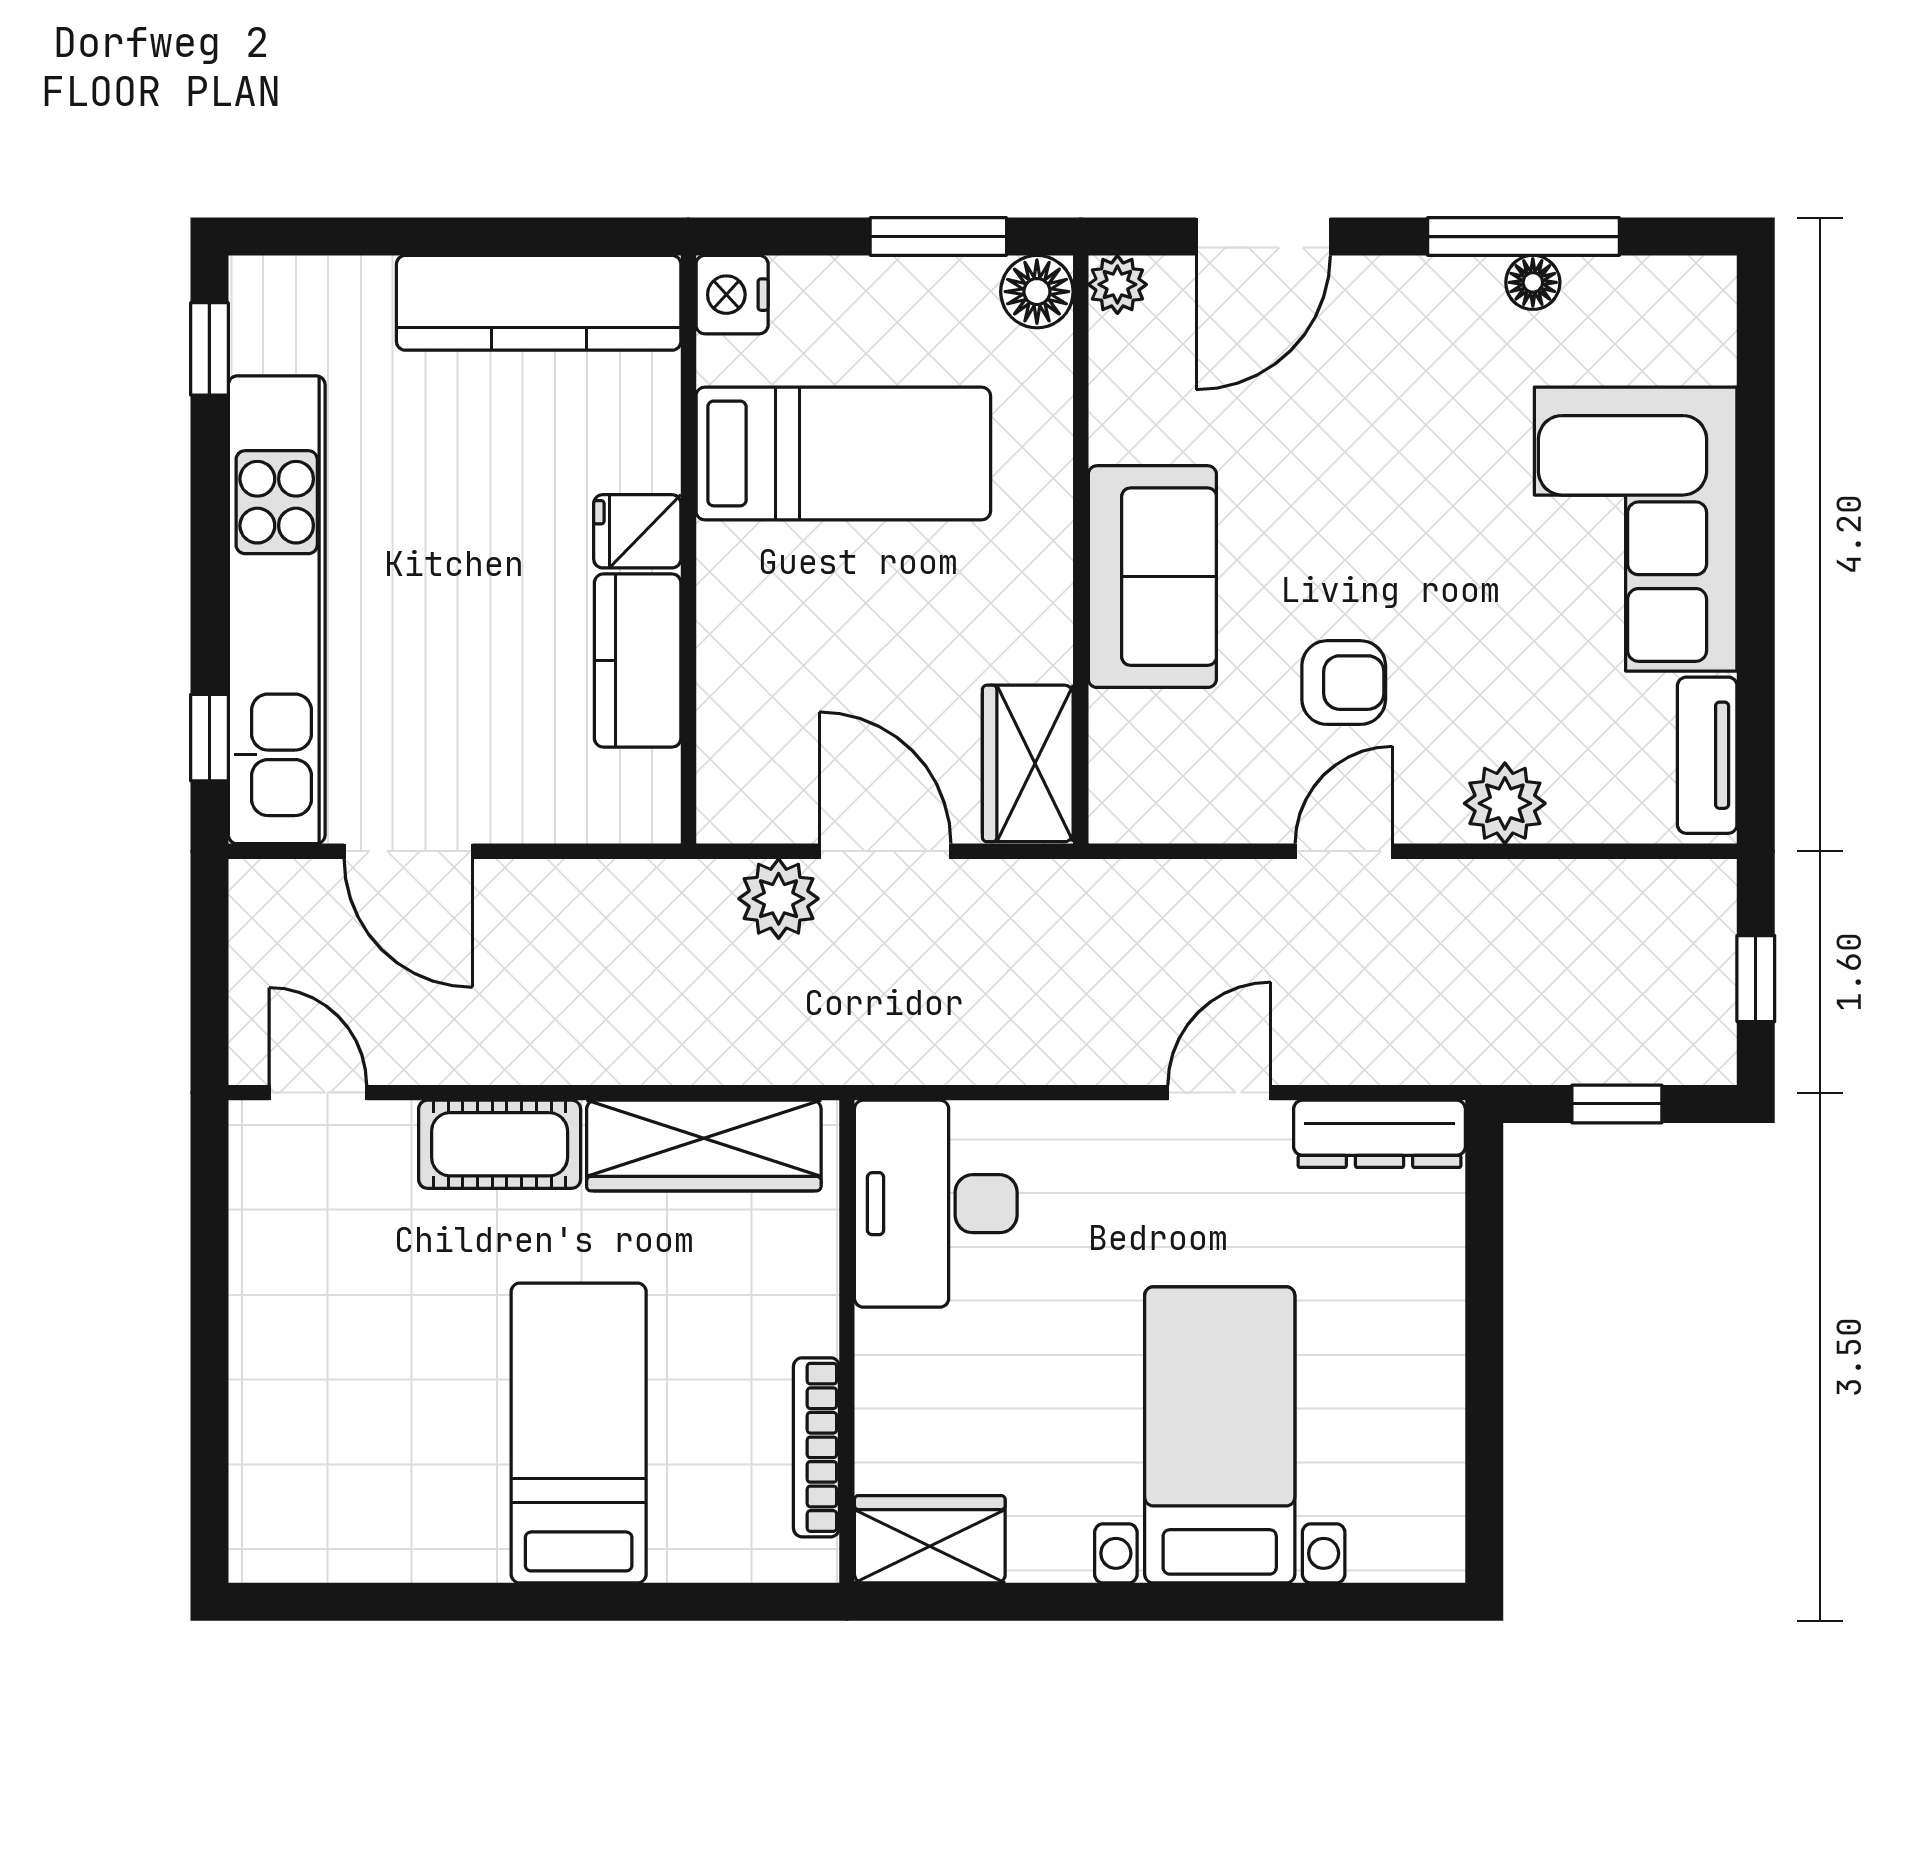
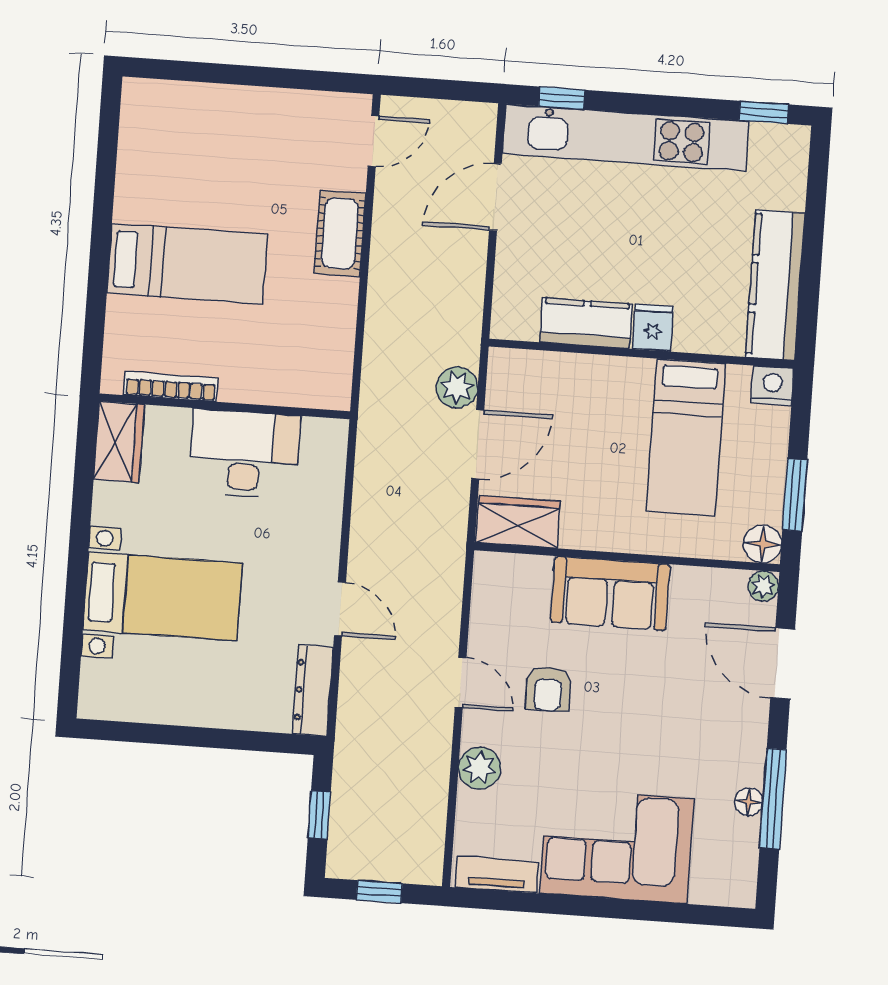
wardrobe: (704, 1146) -> (332, 339), removed
desk: (936, 1204) -> (244, 454), moved

